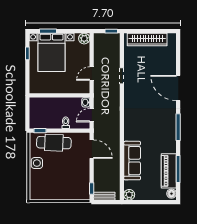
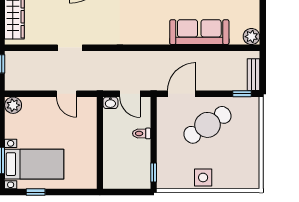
bed with nightstands: (52, 52) -> (34, 164), width x0.73
cafe table: (54, 143) -> (207, 125), moved, turned 55

